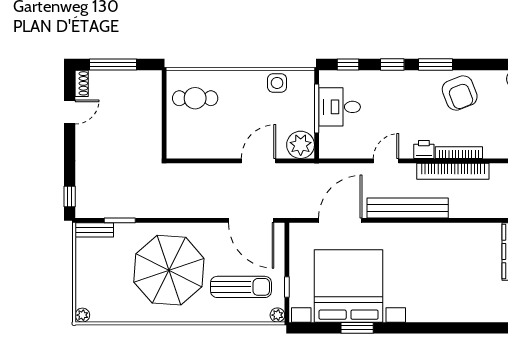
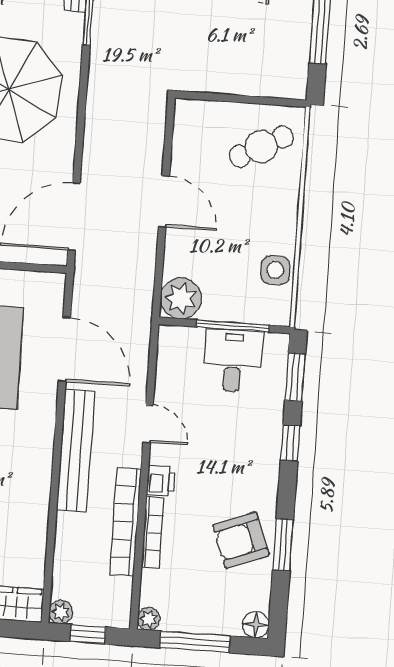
window: (348, 65) -> (295, 377), width x1.50
window: (436, 65) -> (283, 545), moved
cafe table: (195, 98) -> (261, 147), turned 62
door: (259, 161) -> (164, 201), moved

